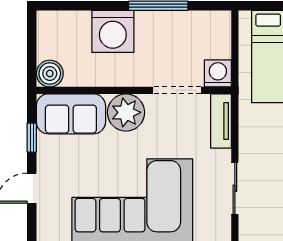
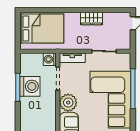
washing machine: (113, 31) -> (30, 86), moved

